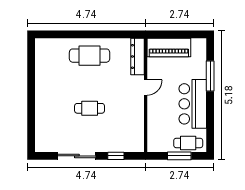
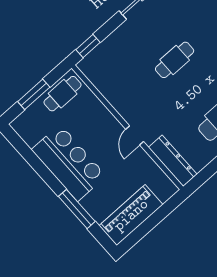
piano: (169, 48) -> (131, 215), moved
cafe table: (188, 143) -> (63, 94), moved
window: (116, 156) -> (88, 46), moved

